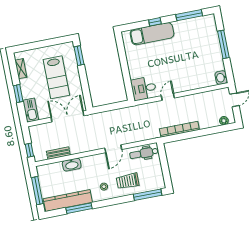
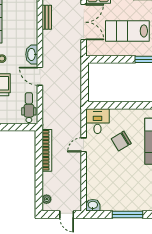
chair: (158, 63) -> (121, 141), added
door: (168, 97) -> (84, 145), swing flipped
double door: (68, 116) -> (84, 22), moved
washbasin: (72, 165) -> (32, 54), moved

